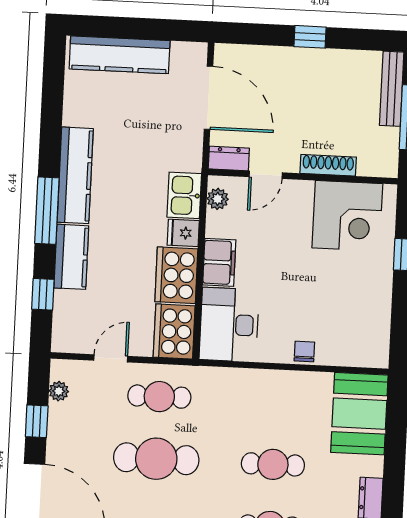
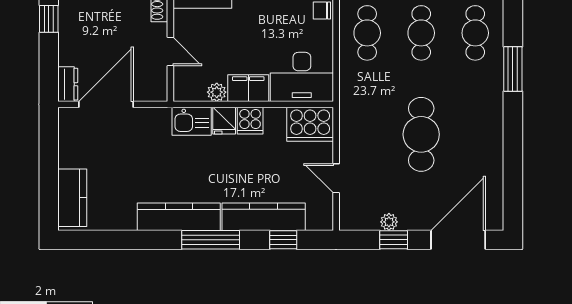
kitchen counter: (120, 55) -> (72, 198), width x0.67
dresser: (229, 158) -> (68, 84), moved, turned 180
plant: (218, 199) -> (217, 92), moved
kitchen counter: (71, 257) -> (264, 217), width x1.50
cooker: (176, 275) -> (250, 121), width x0.53, depth x0.76
plant: (59, 391) -> (389, 222), moved
cafe table: (159, 397) -> (367, 33), moved

